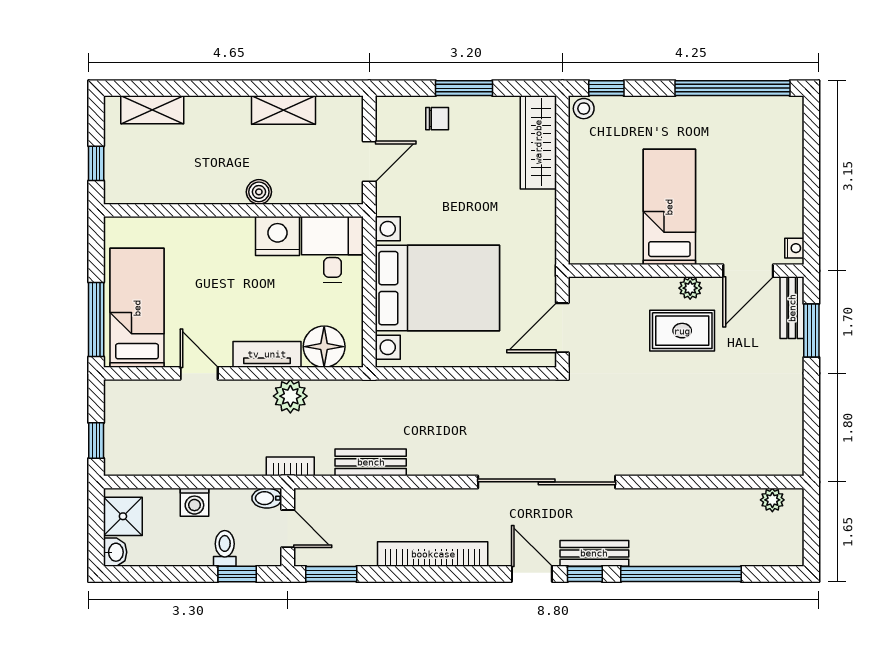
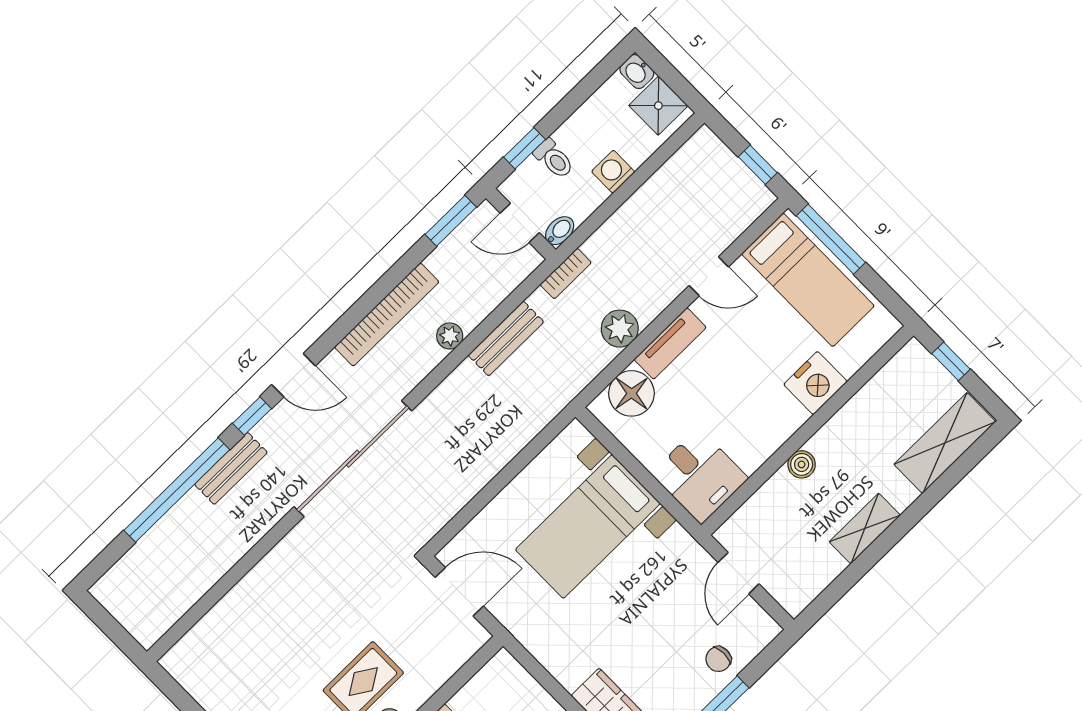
shelving: (152, 110) -> (945, 443), width x1.50, depth x1.33
shelving: (284, 110) -> (865, 529), moved
nightstand: (278, 236) -> (815, 383), moved
bed with nightstands: (437, 288) -> (588, 526), width x0.73
door: (562, 328) -> (459, 592), hinge flipped
window: (96, 441) -> (758, 165), moved
plant: (772, 500) -> (450, 336), moved
bench: (594, 553) -> (231, 468), moved

